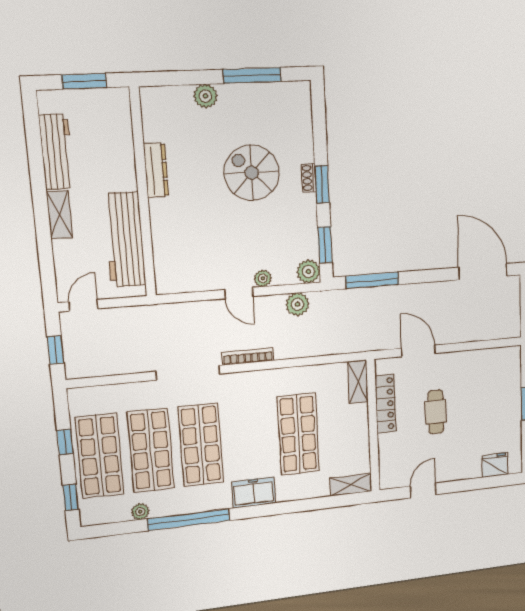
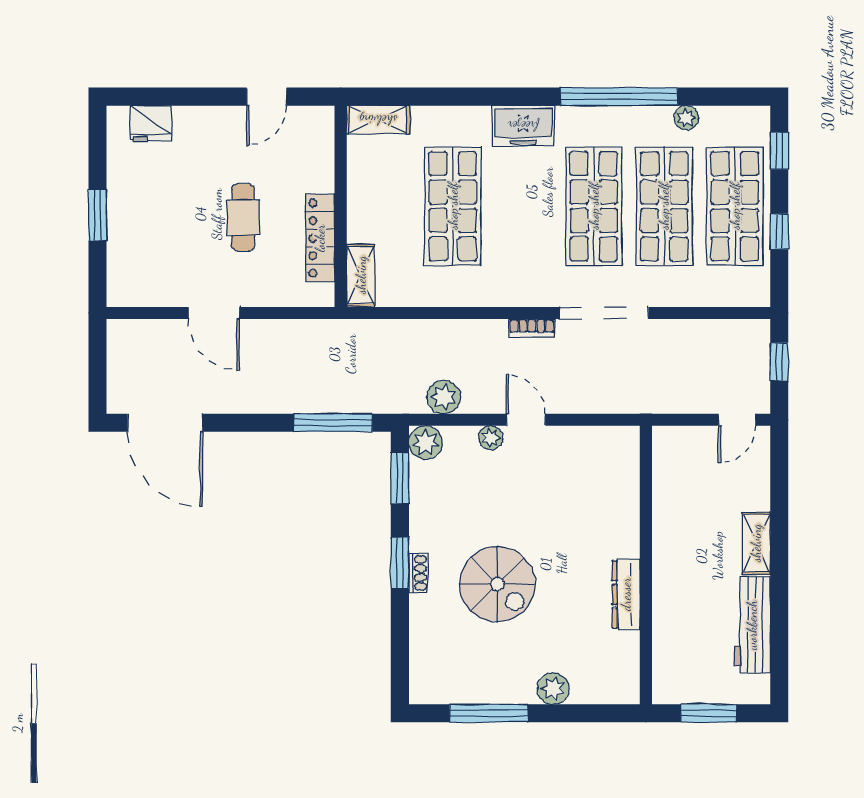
workbench: (125, 240) -> (675, 504), removed
door: (418, 351) -> (214, 313), moved
bookcase: (248, 356) -> (532, 328), width x0.64

